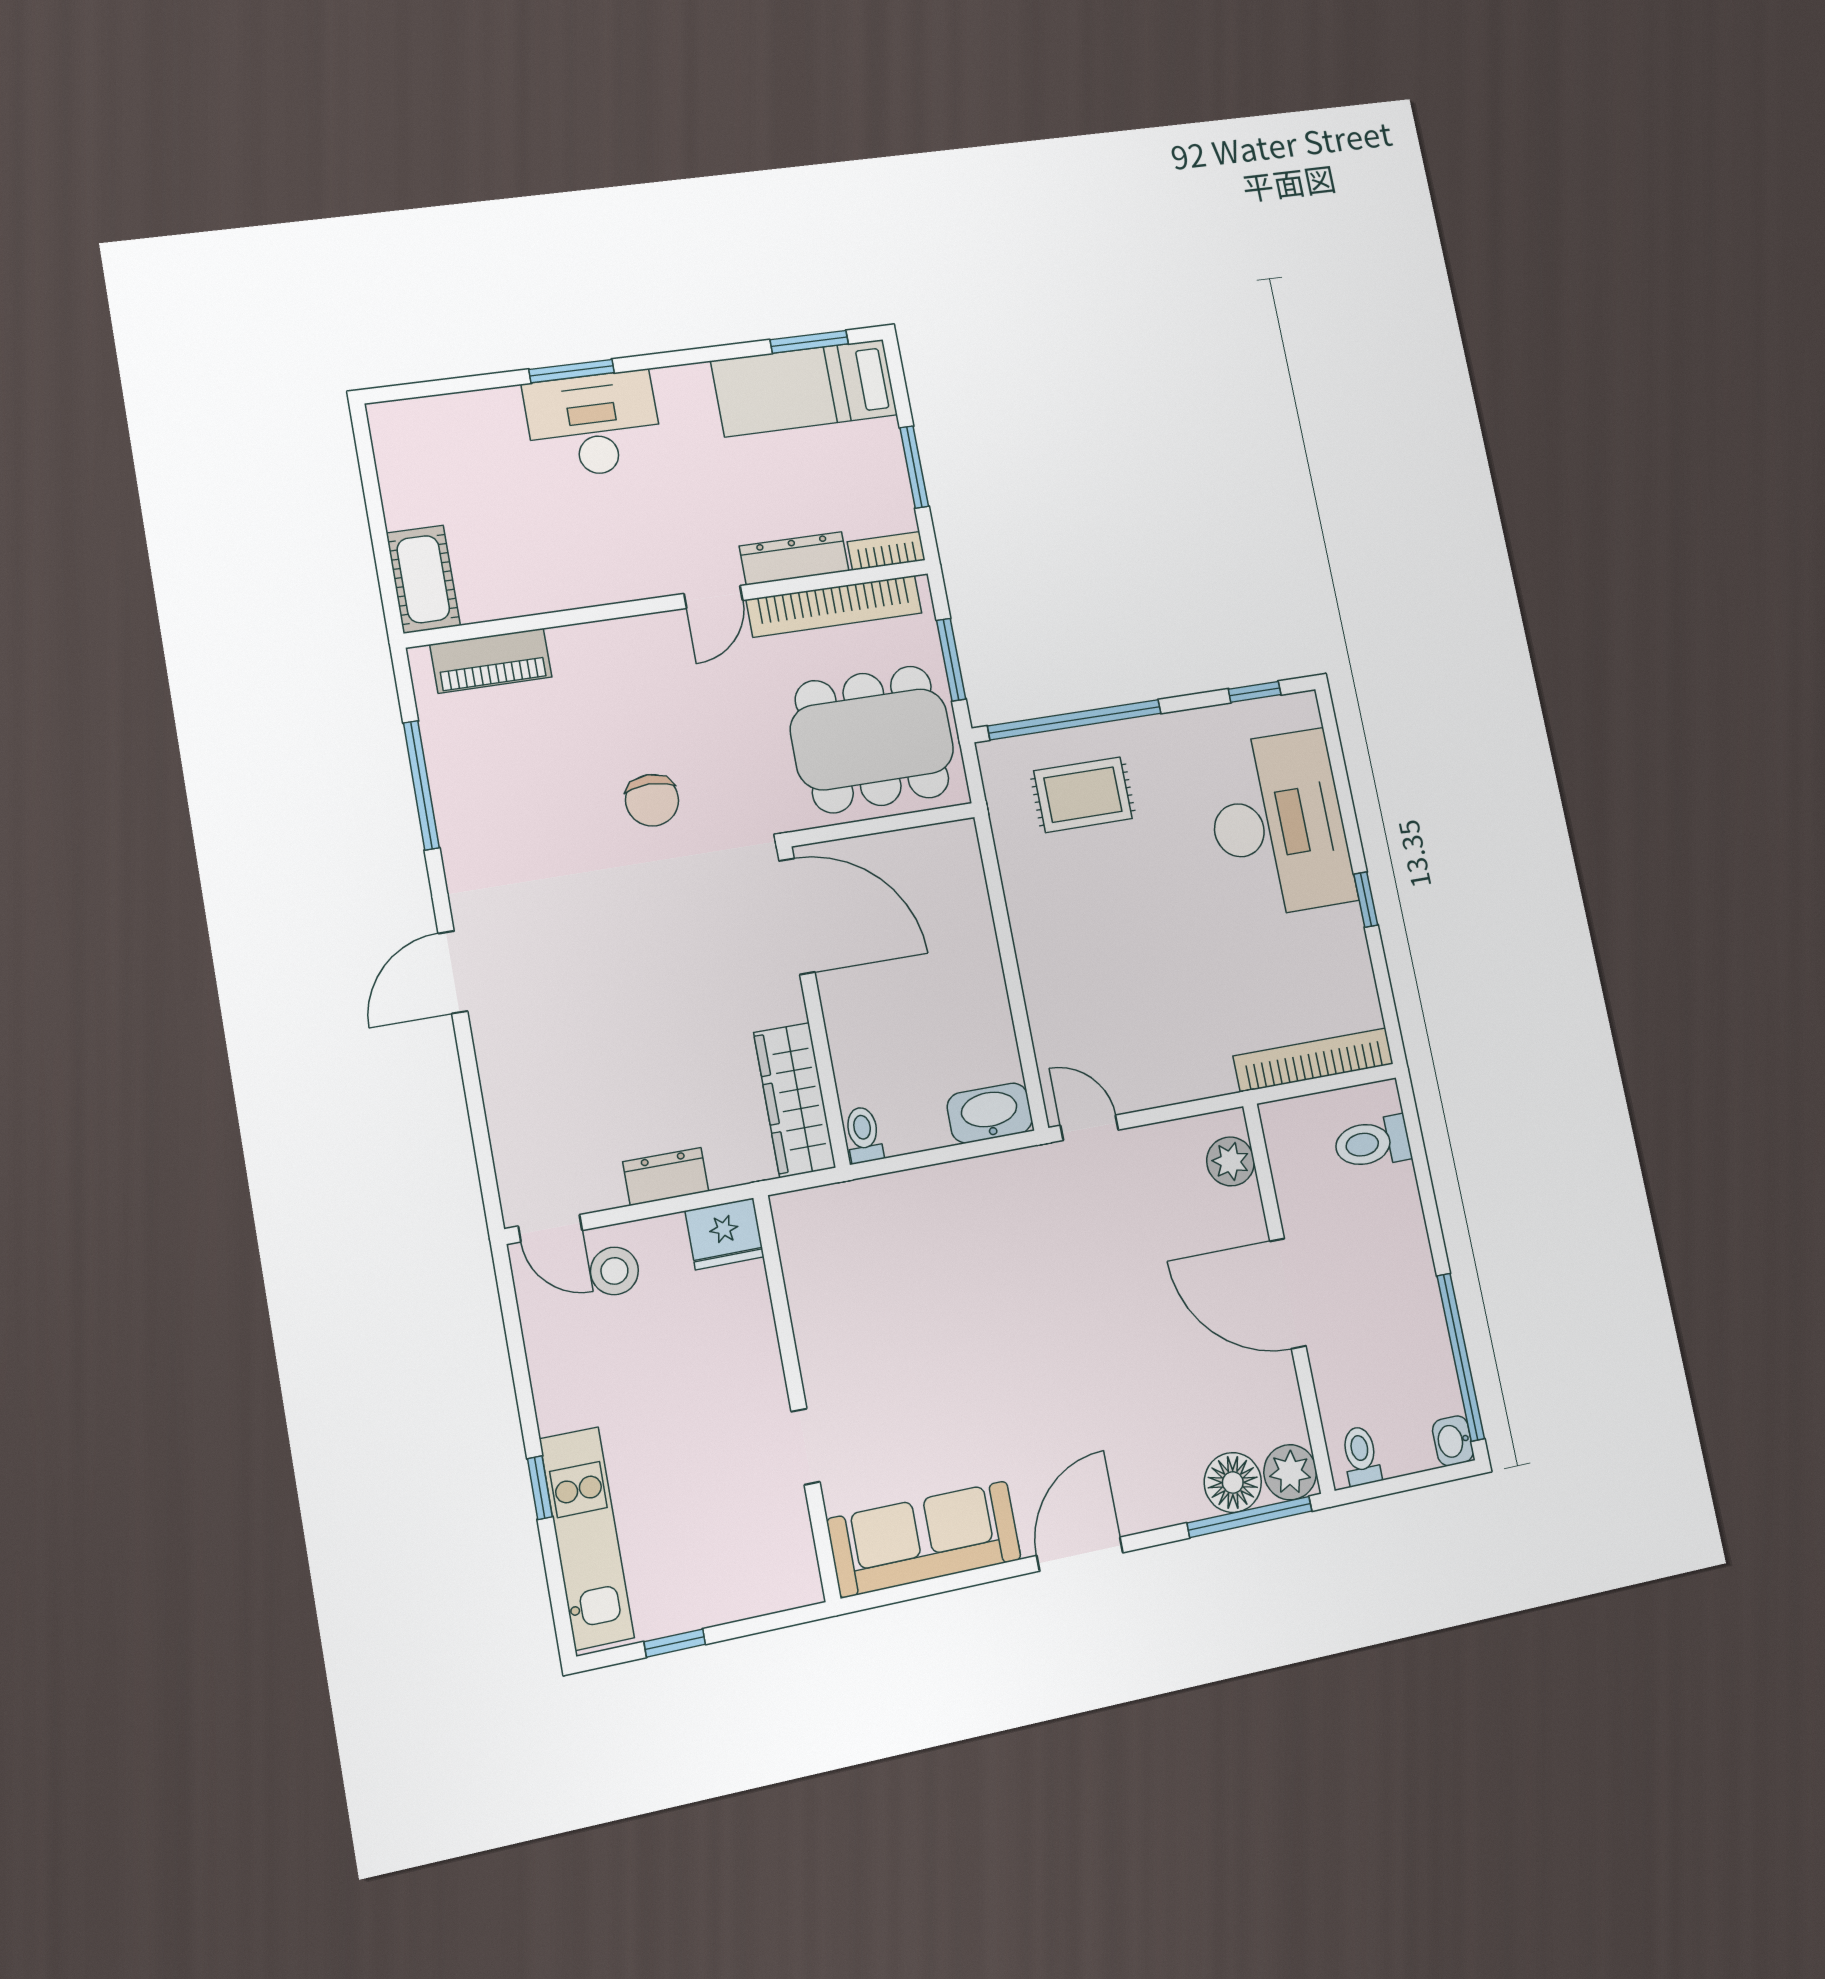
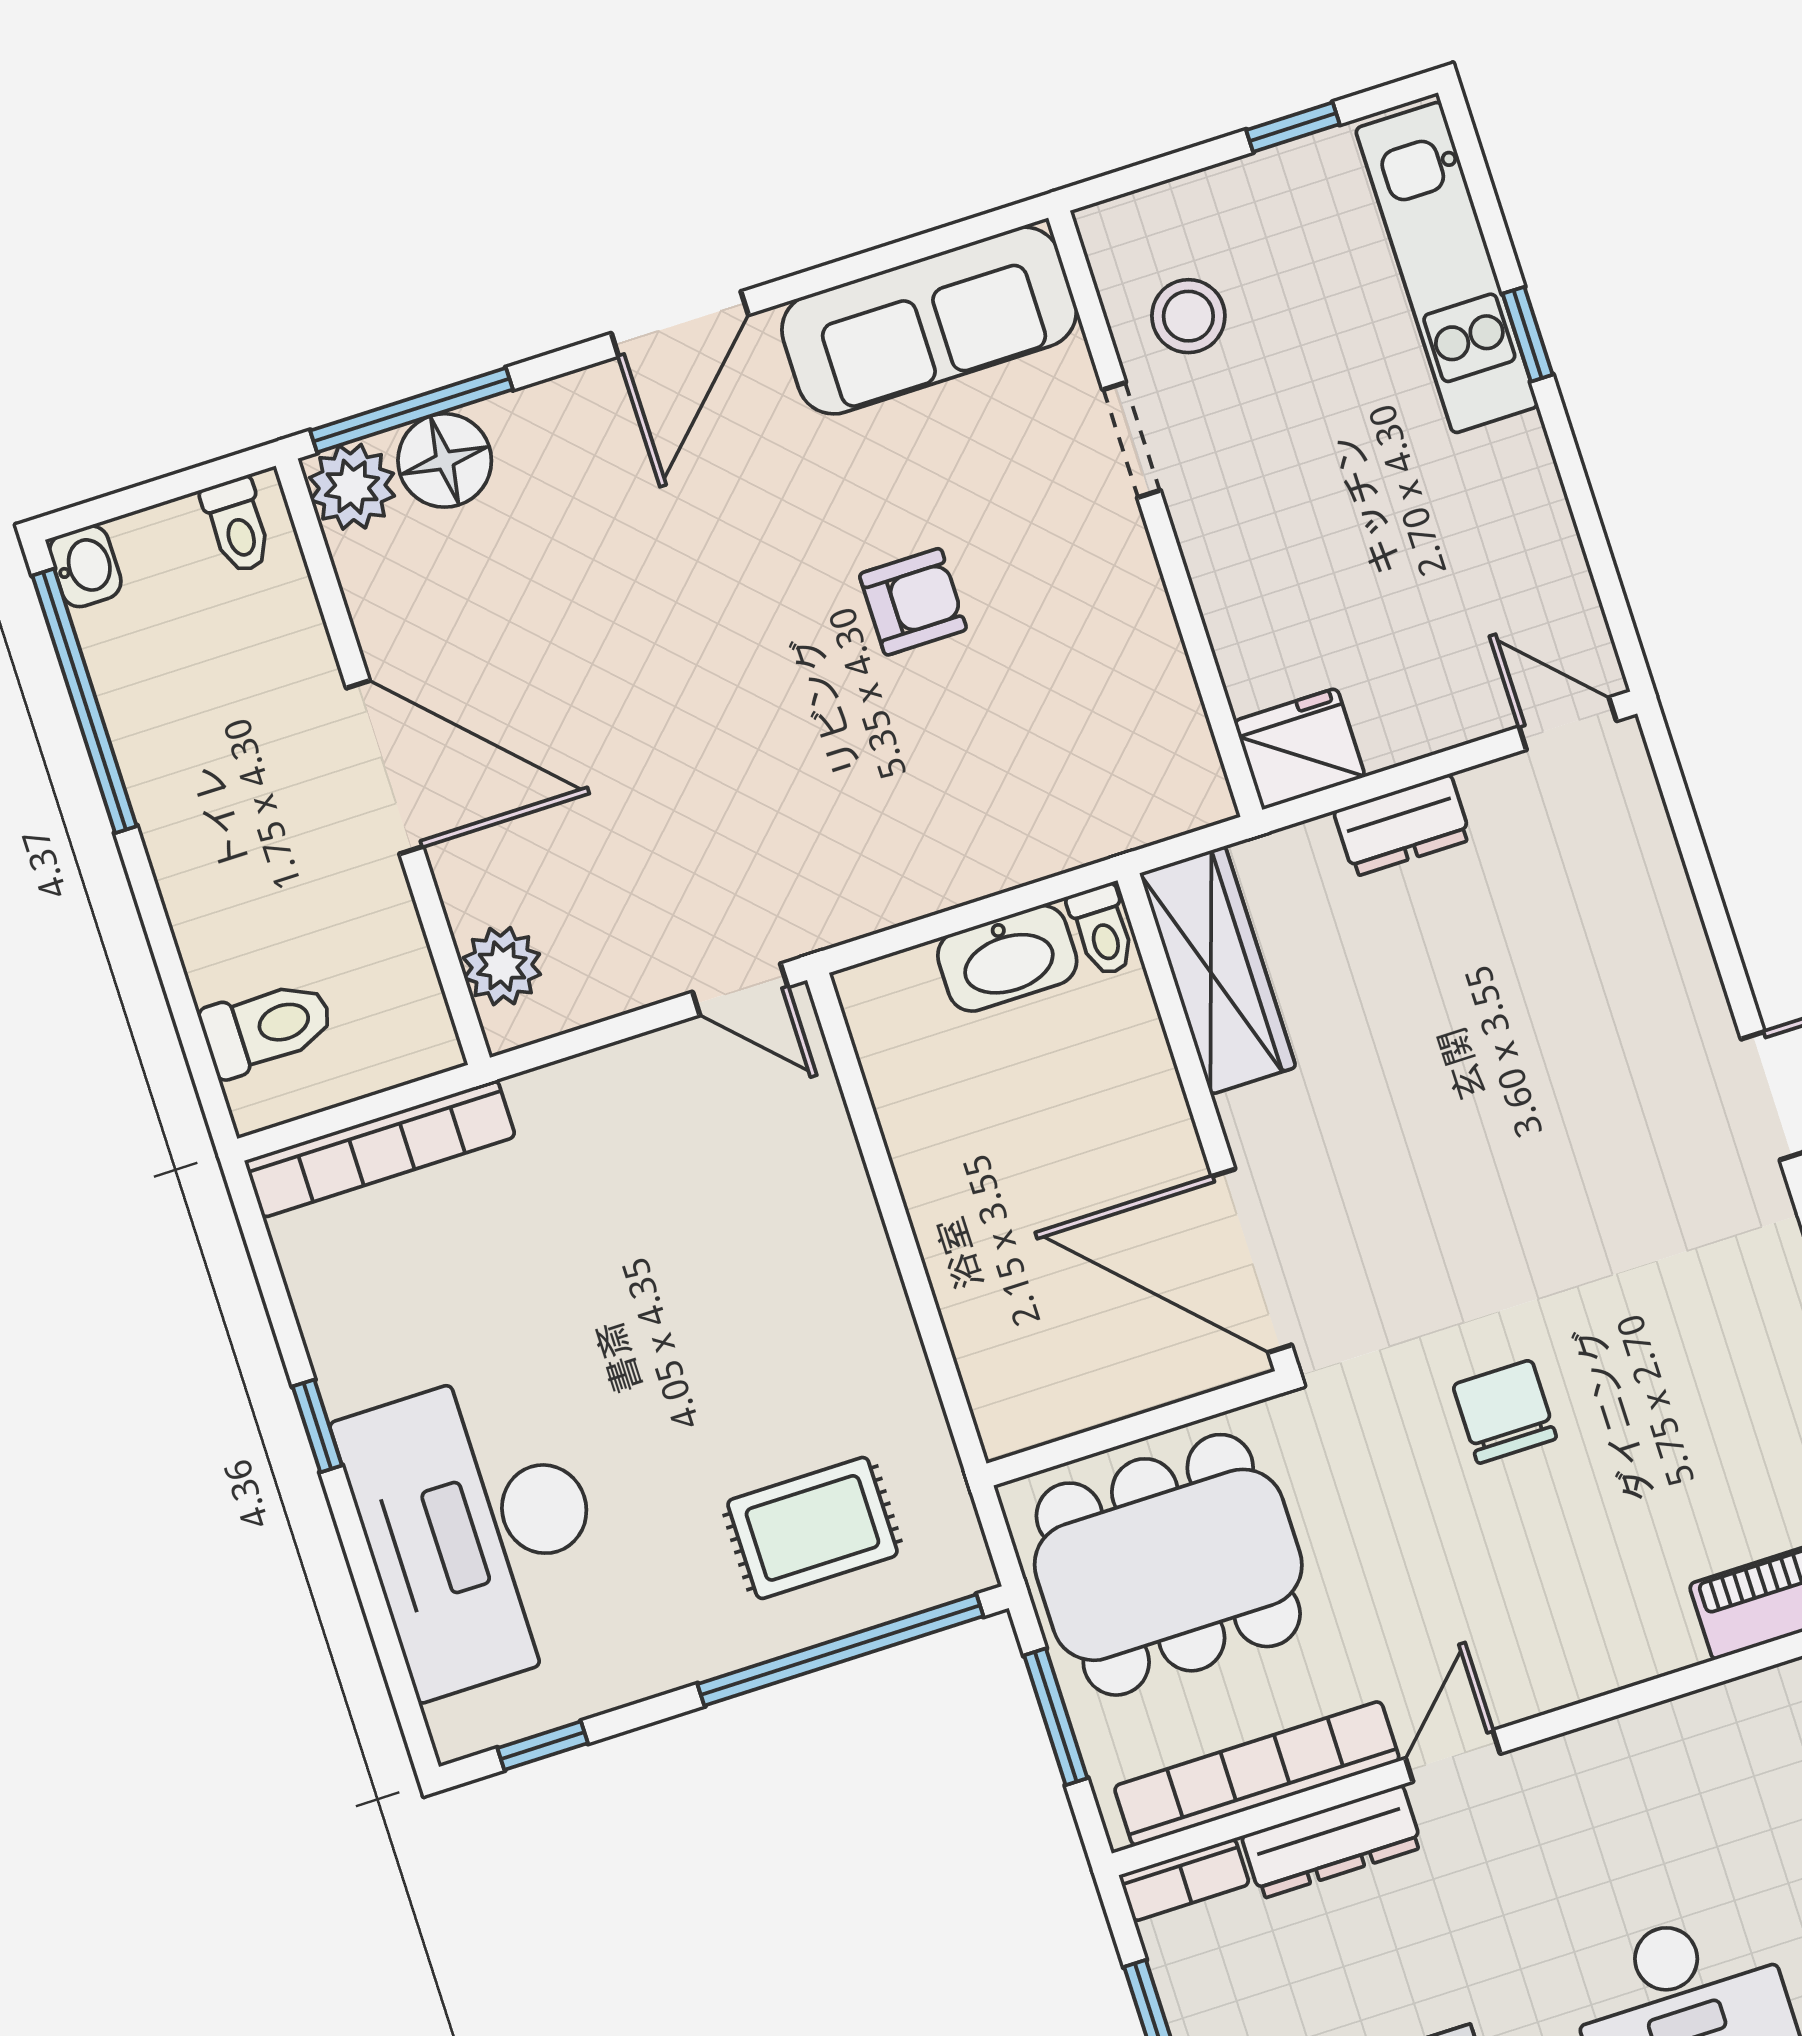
washbasin: (990, 1113) -> (1007, 958), moved
stool: (614, 1271) -> (1188, 316), moved
armchair: (956, 1358) -> (913, 602), added

